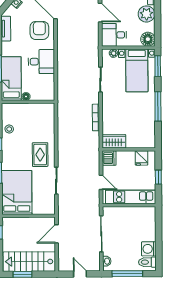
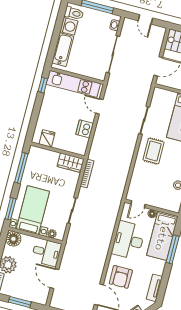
desk: (41, 62) -> (128, 240), width x1.37
door: (41, 102) -> (138, 204), added
wardrobe: (114, 141) -> (71, 163), moved
wall: (129, 149) -> (58, 151), moved
fridge: (142, 158) -> (47, 138), moved
window: (158, 177) -> (43, 85), moved
bathtub: (149, 226) -> (63, 50), added

